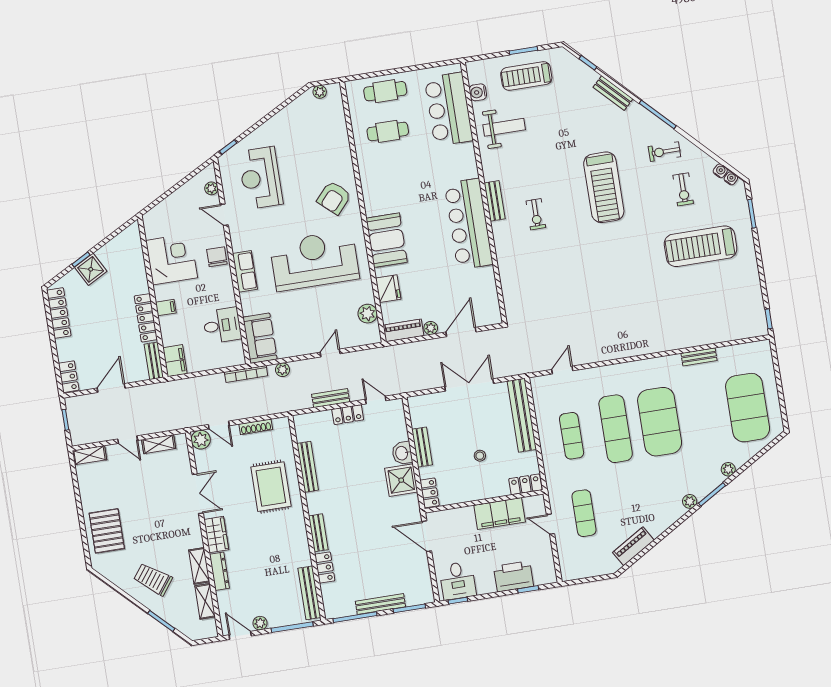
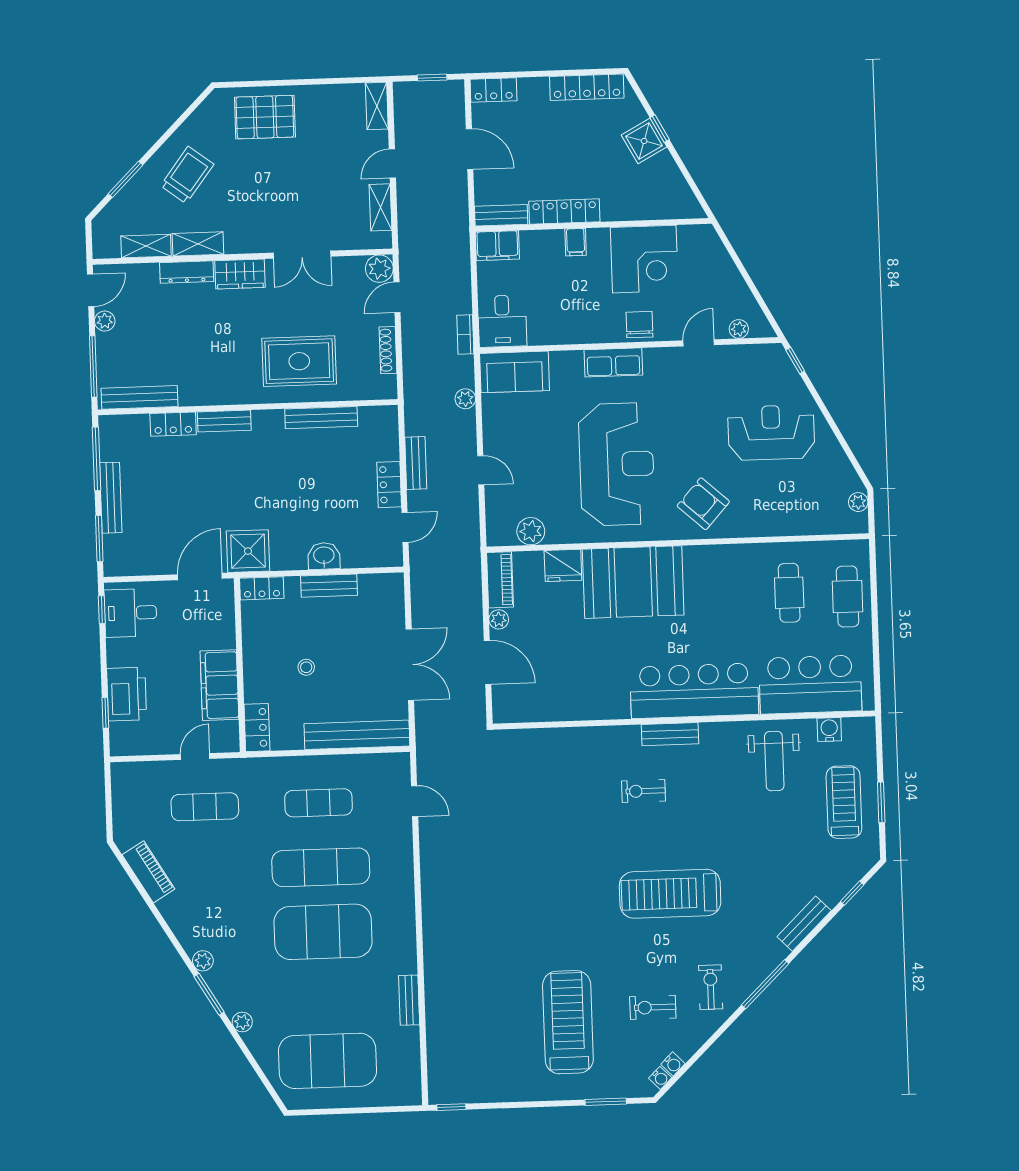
reception desk: (260, 178) -> (771, 433), moved
bar counter: (469, 224) -> (694, 691), moved
booth: (387, 240) -> (633, 582), width x1.36, depth x1.42
chair: (217, 257) -> (639, 325), turned -90
desk: (222, 325) -> (502, 321), moved
bookcase: (246, 374) -> (465, 335), width x0.64
shower: (401, 480) -> (248, 551), moved

